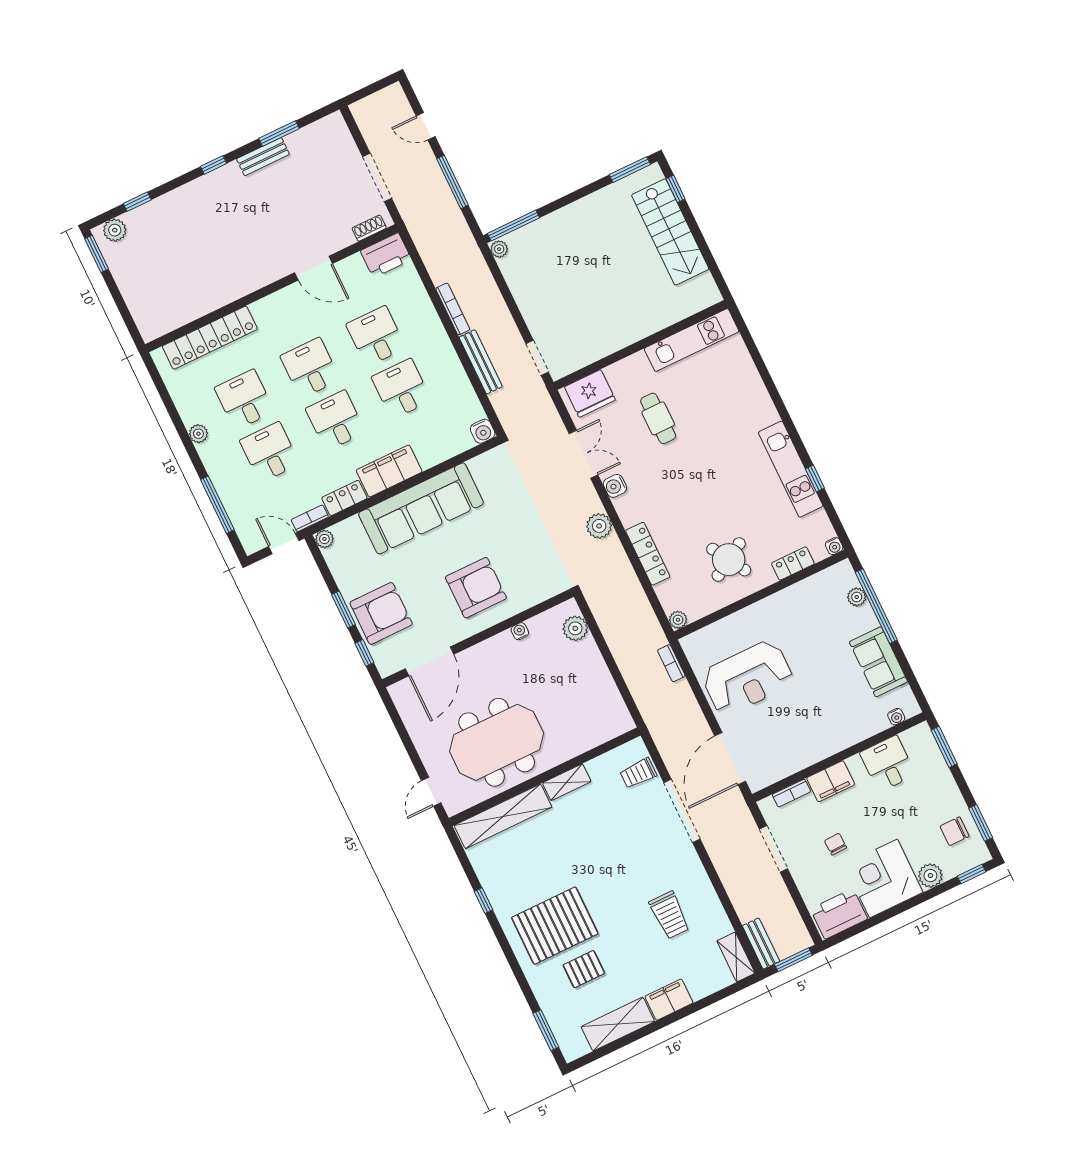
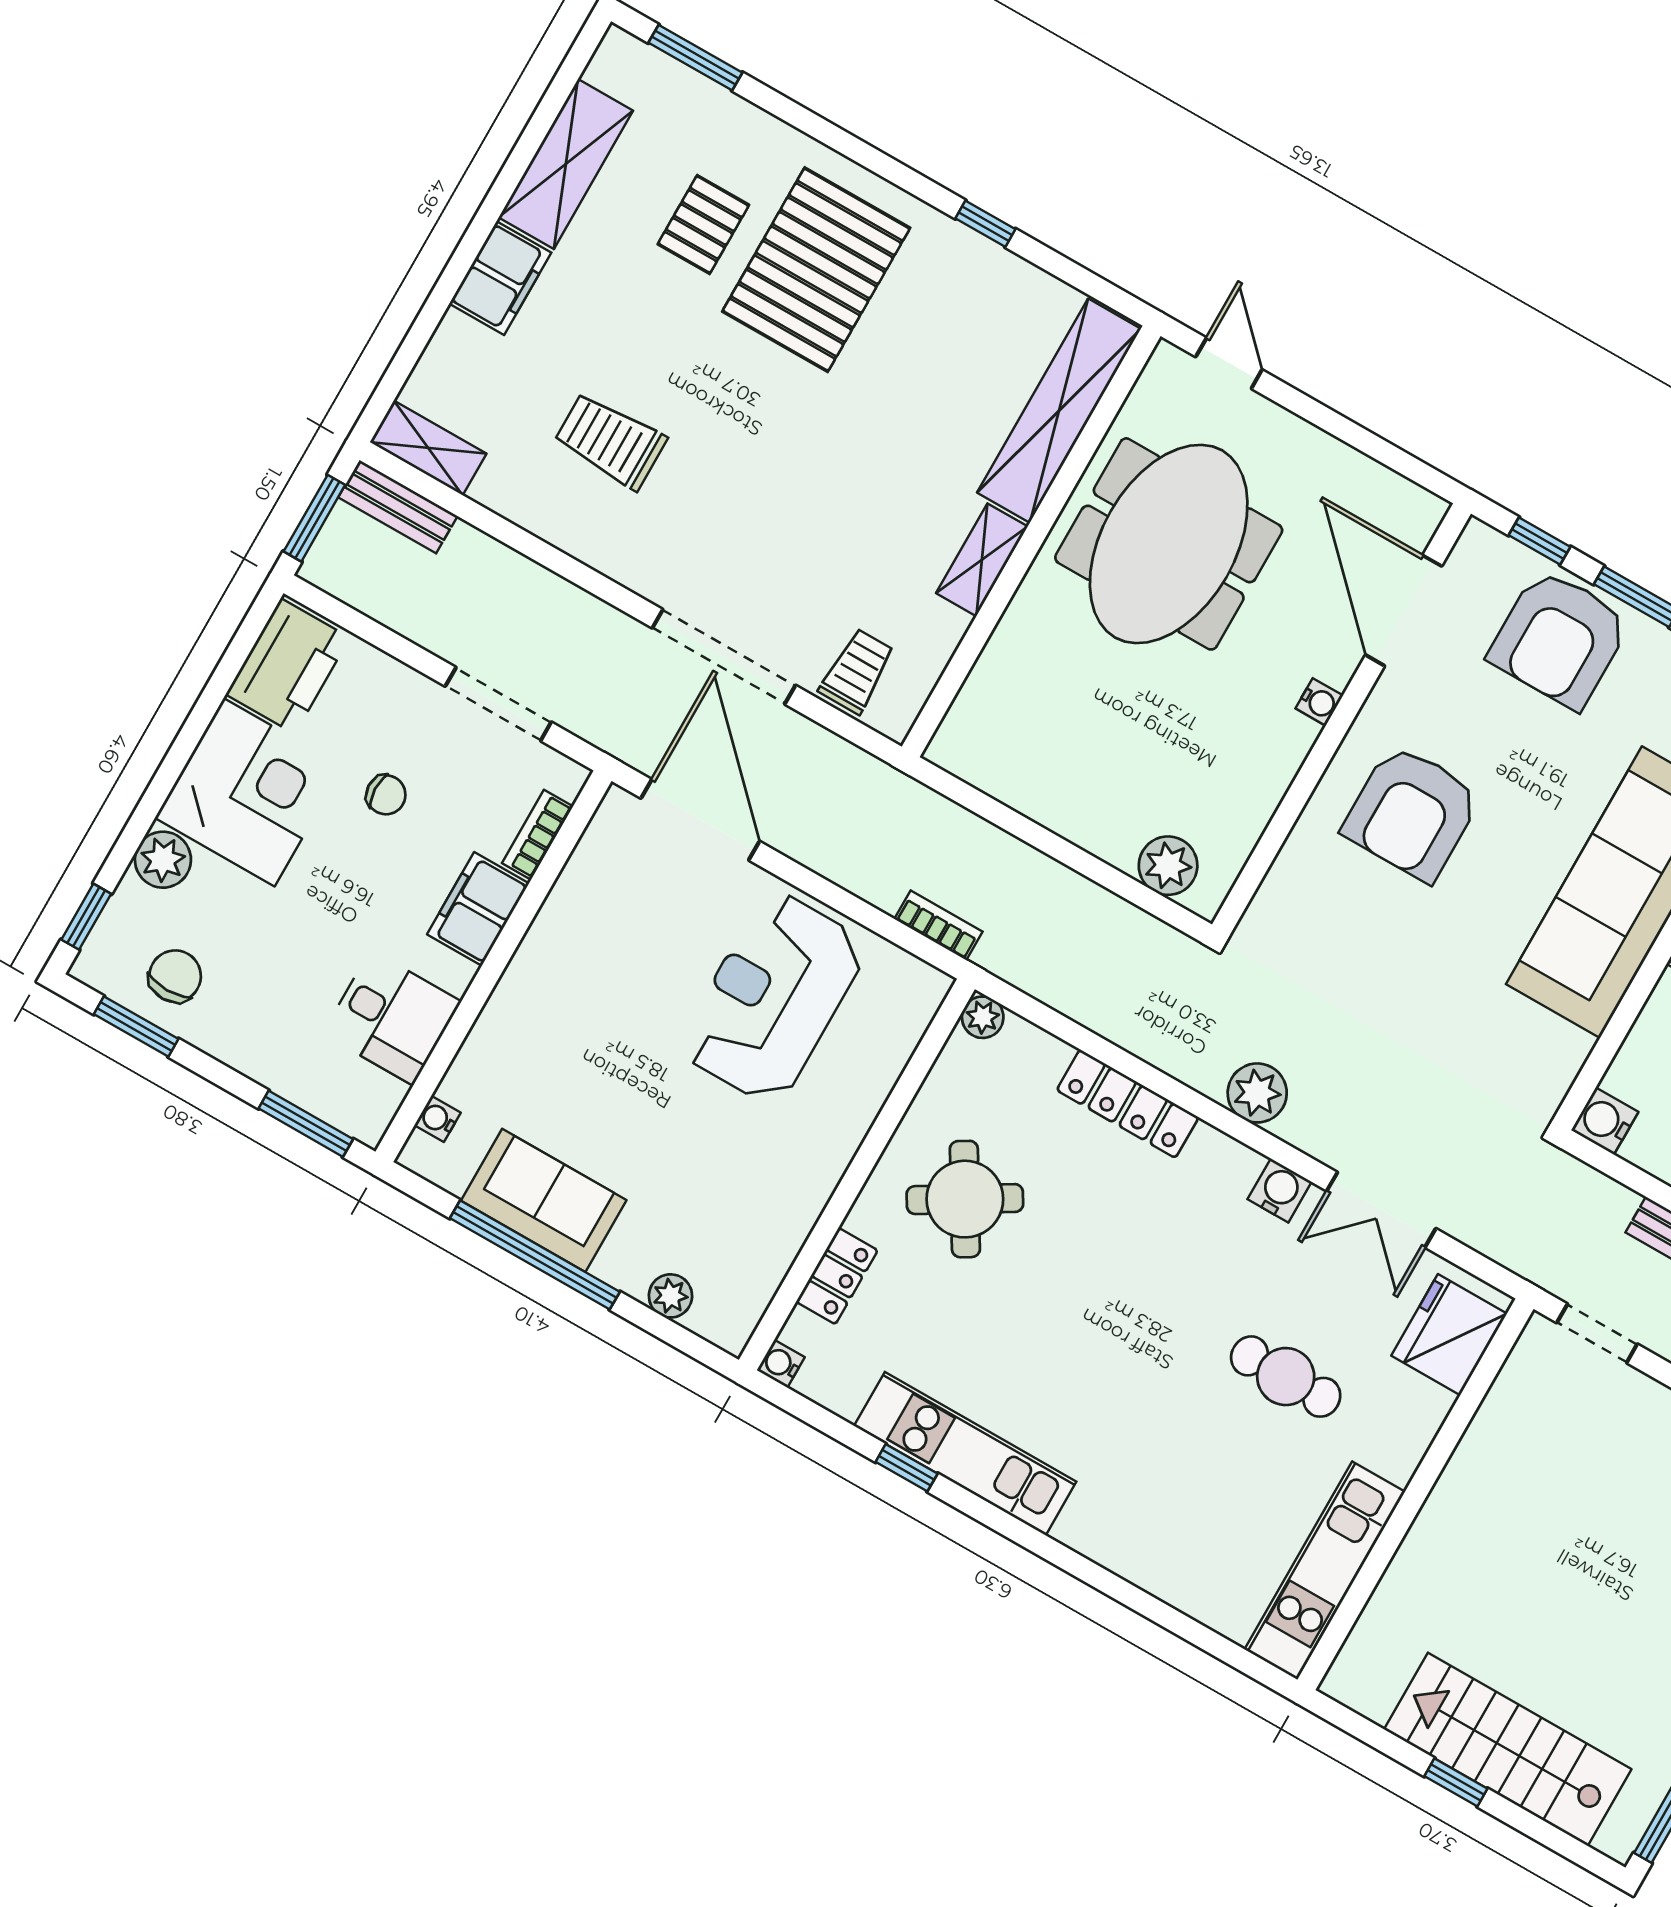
window: (676, 189) -> (1456, 1782), moved
window: (876, 606) -> (535, 1255), moved
water cooler: (520, 631) -> (1319, 702), moved

